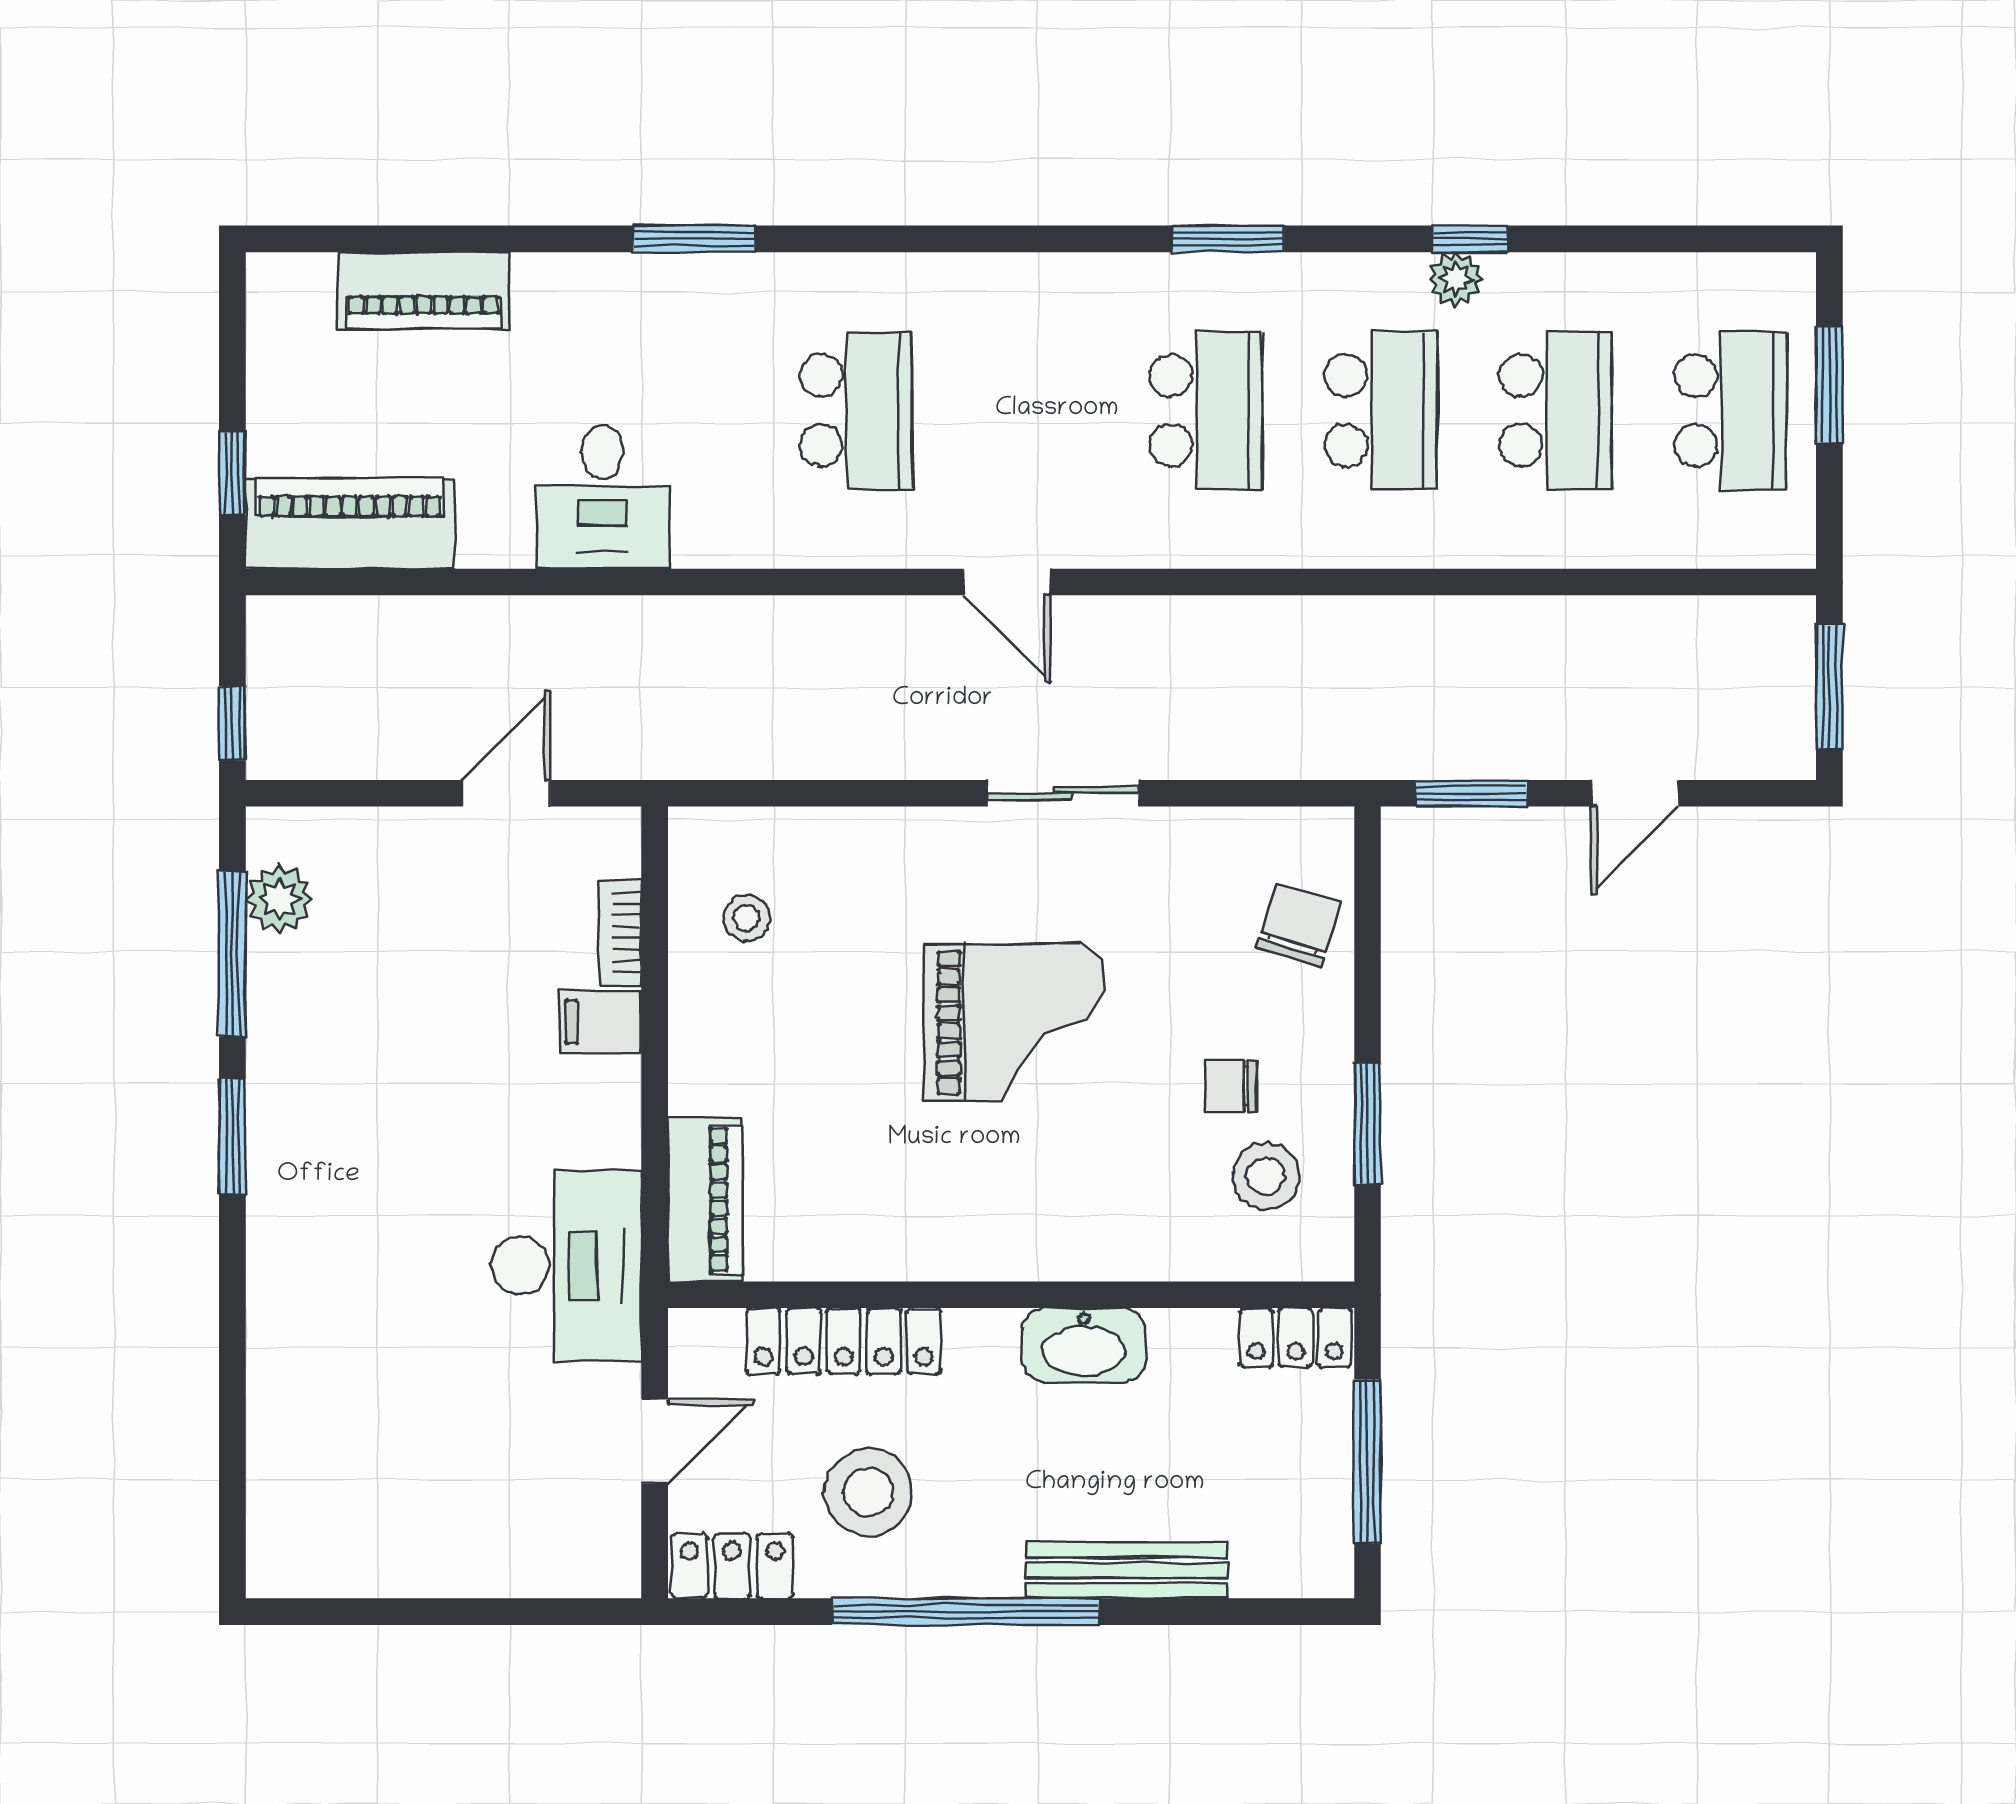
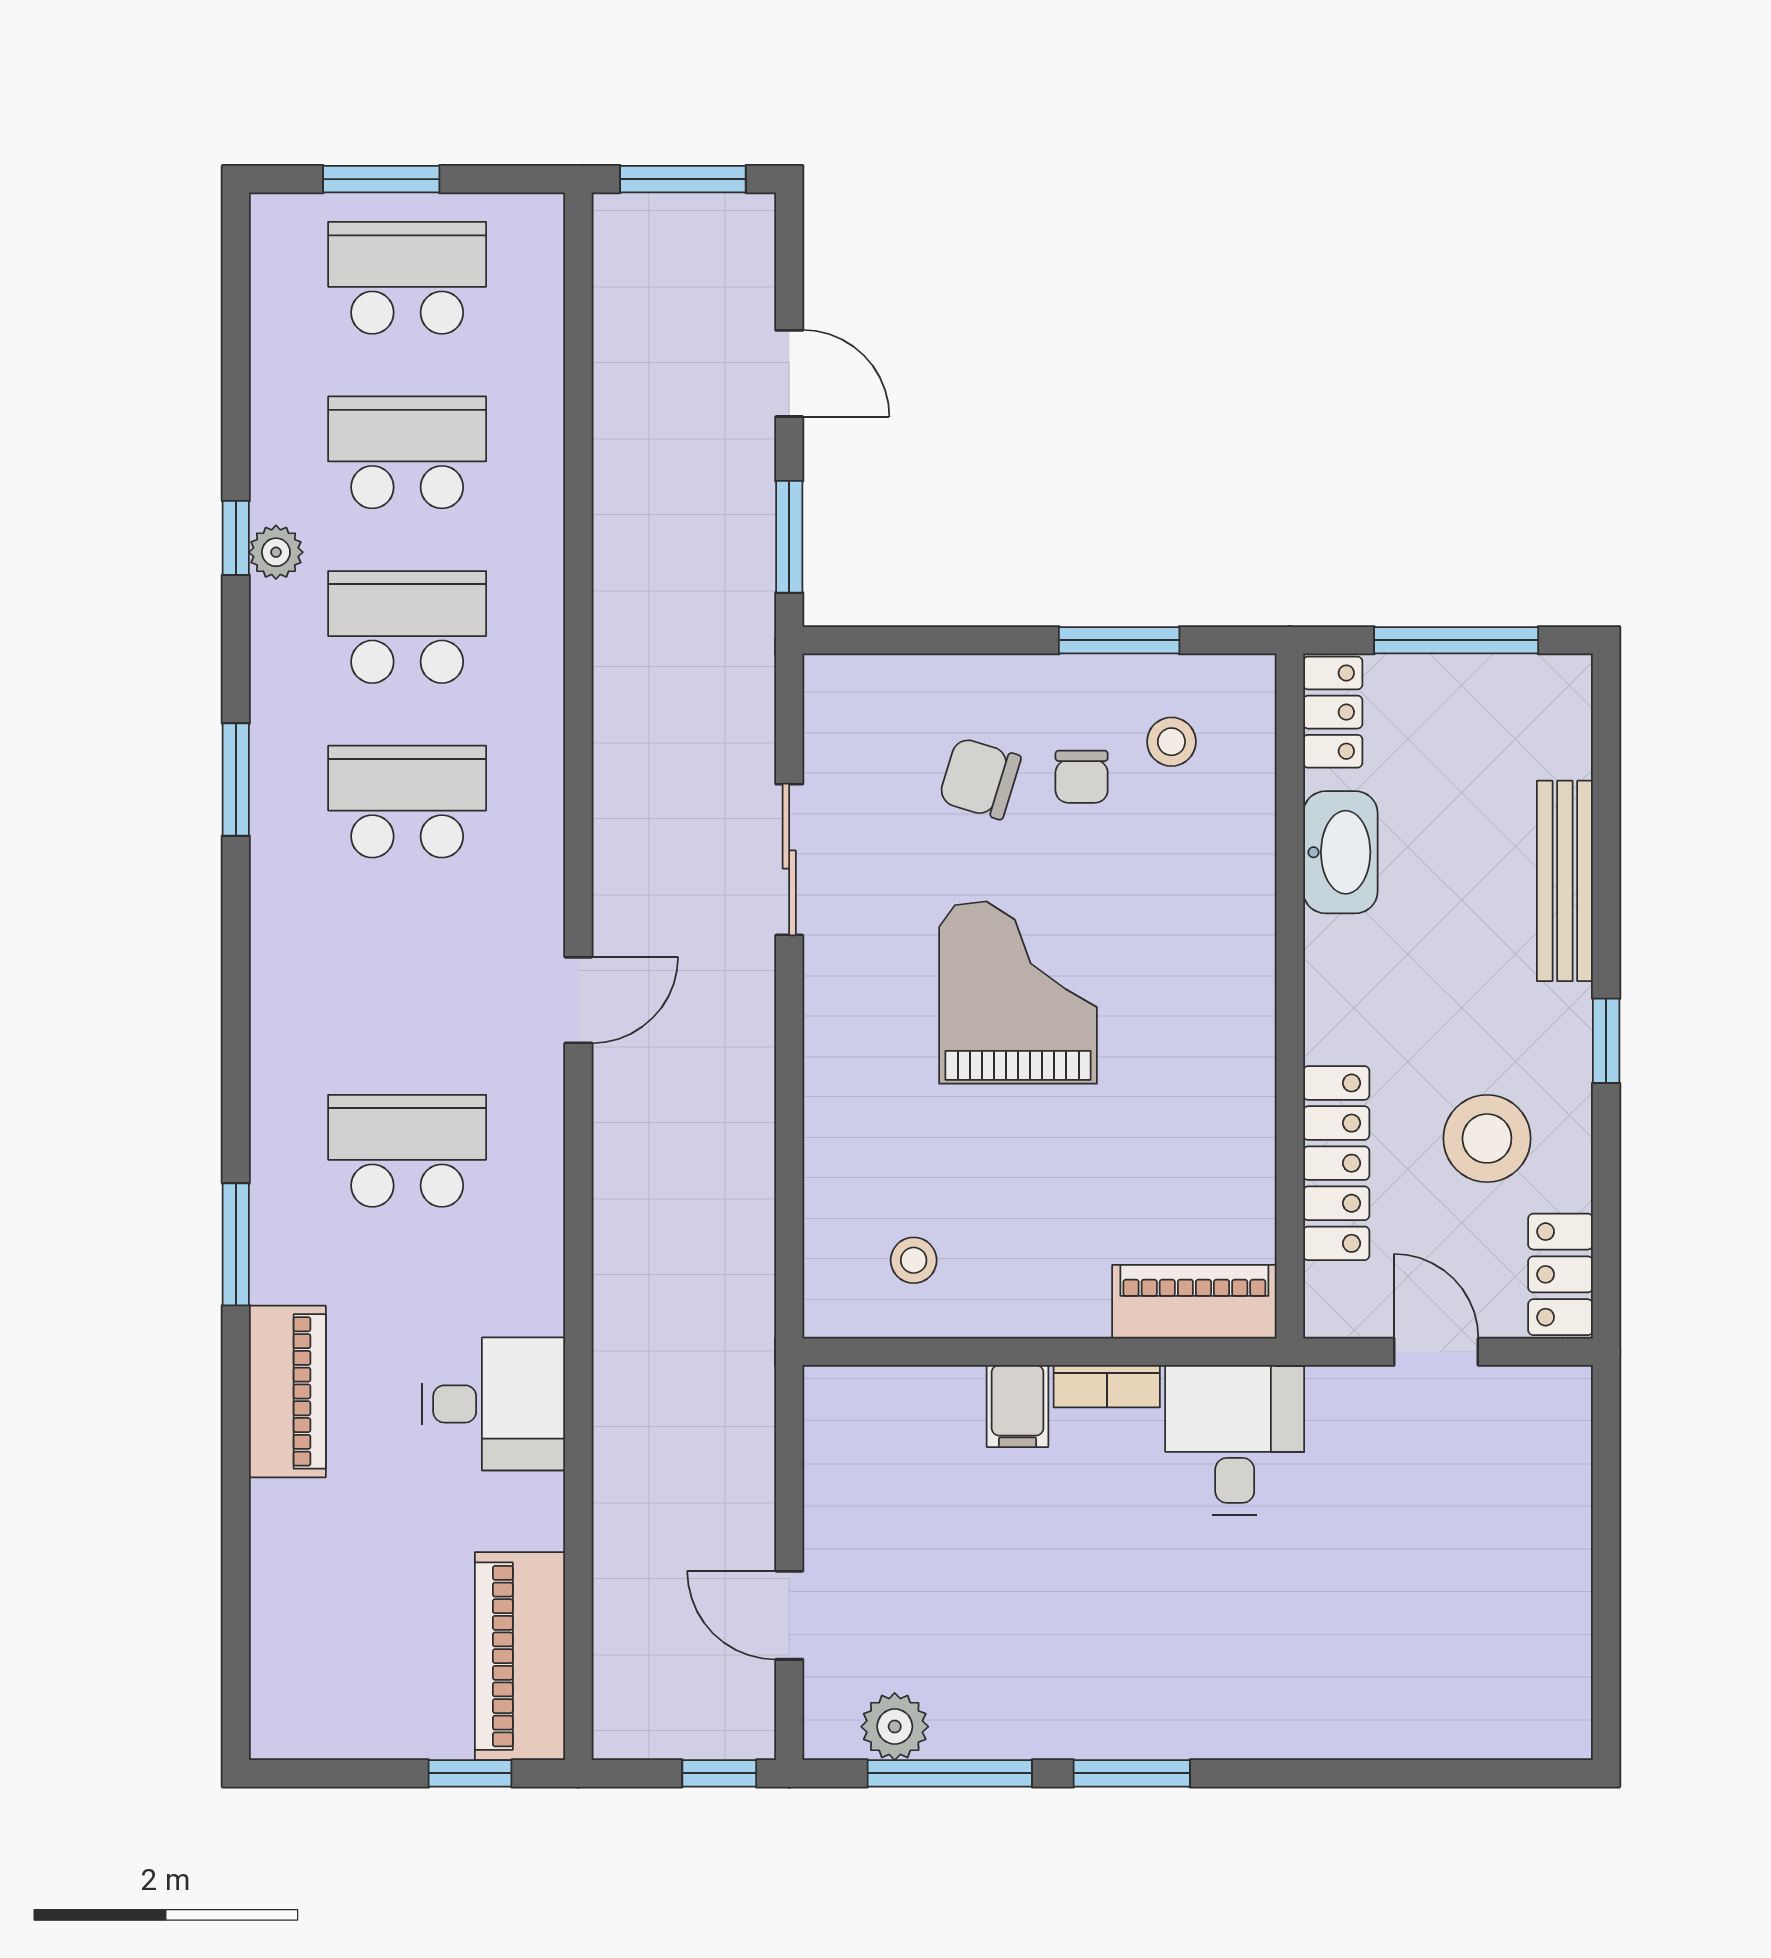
window: (694, 239) -> (236, 1244), moved
piano: (424, 291) -> (287, 1391), moved
door: (506, 793) -> (789, 1615), moved
sliding door: (1063, 793) -> (789, 860), moved
chair: (1299, 925) -> (980, 778), moved
bookcase: (620, 933) -> (1107, 1386), moved
stool: (1266, 1176) -> (1171, 742), width x0.73, depth x0.73
desk: (566, 1265) -> (1235, 1440), width x0.73
washbasin: (1084, 1345) -> (1340, 852), moved
window: (966, 1612) -> (1606, 1041), width x0.32

